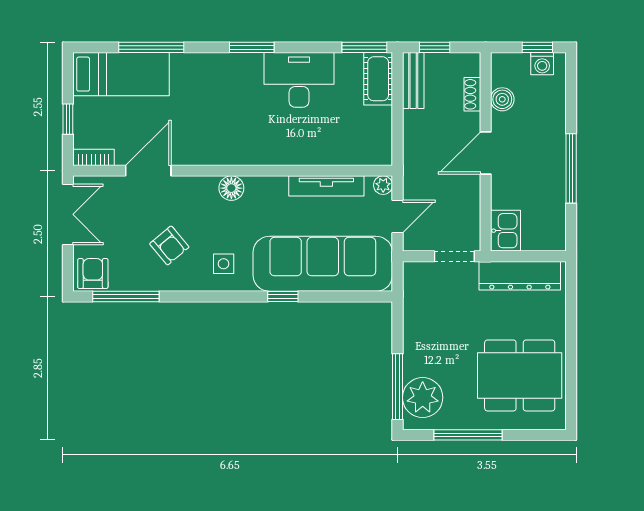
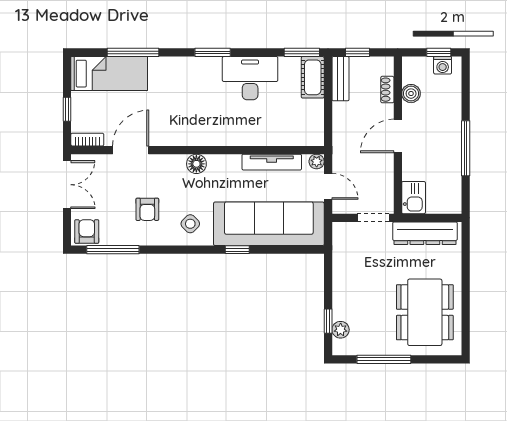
door: (397, 216) -> (328, 186), hinge flipped
armchair: (169, 245) -> (147, 209), turned 40
side table: (224, 264) -> (190, 224), turned 45
dining table: (520, 375) -> (425, 312), turned 90
window: (397, 387) -> (328, 321), width x0.46
plant: (423, 398) -> (341, 330), width x0.53, depth x0.53

